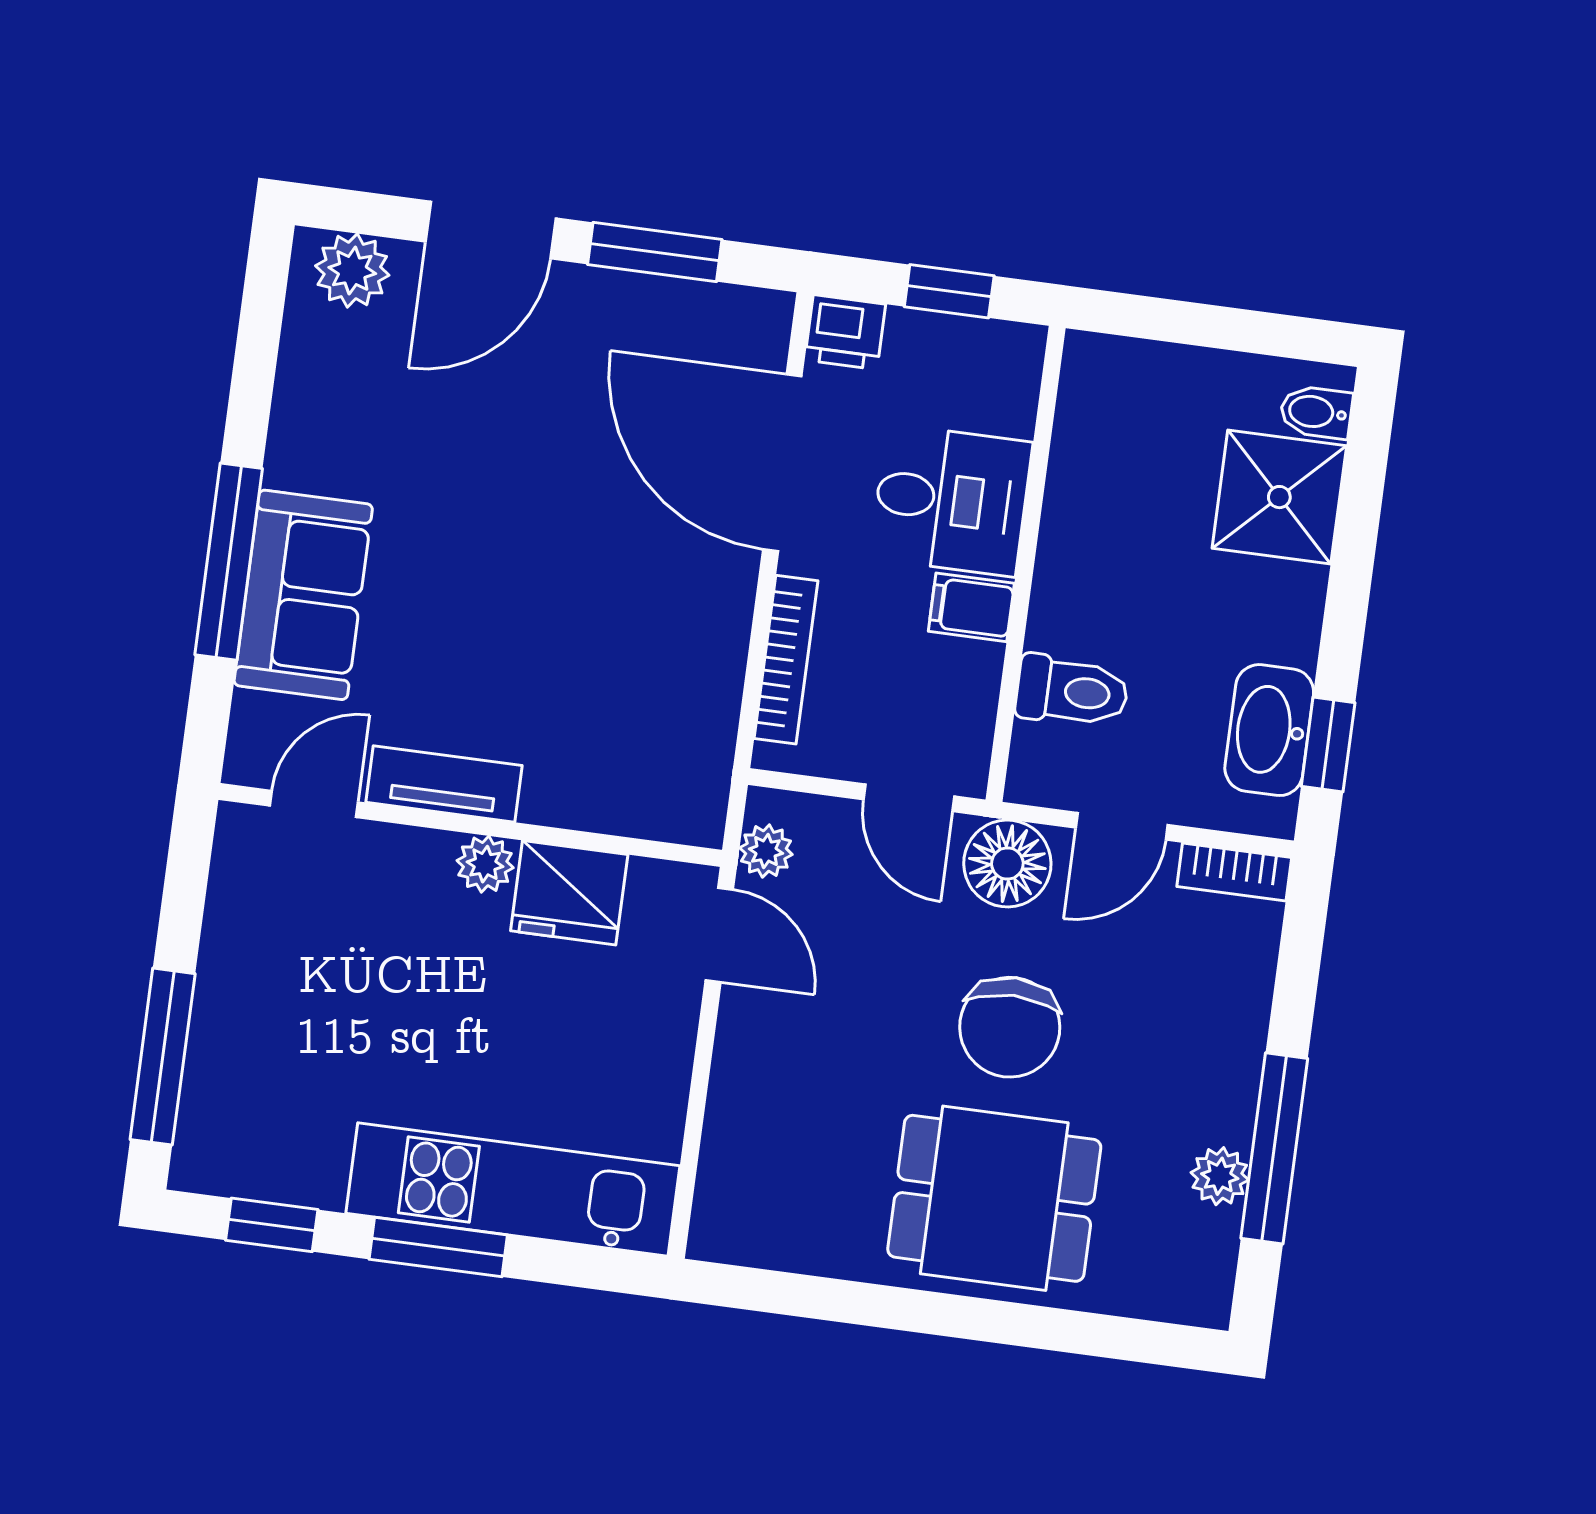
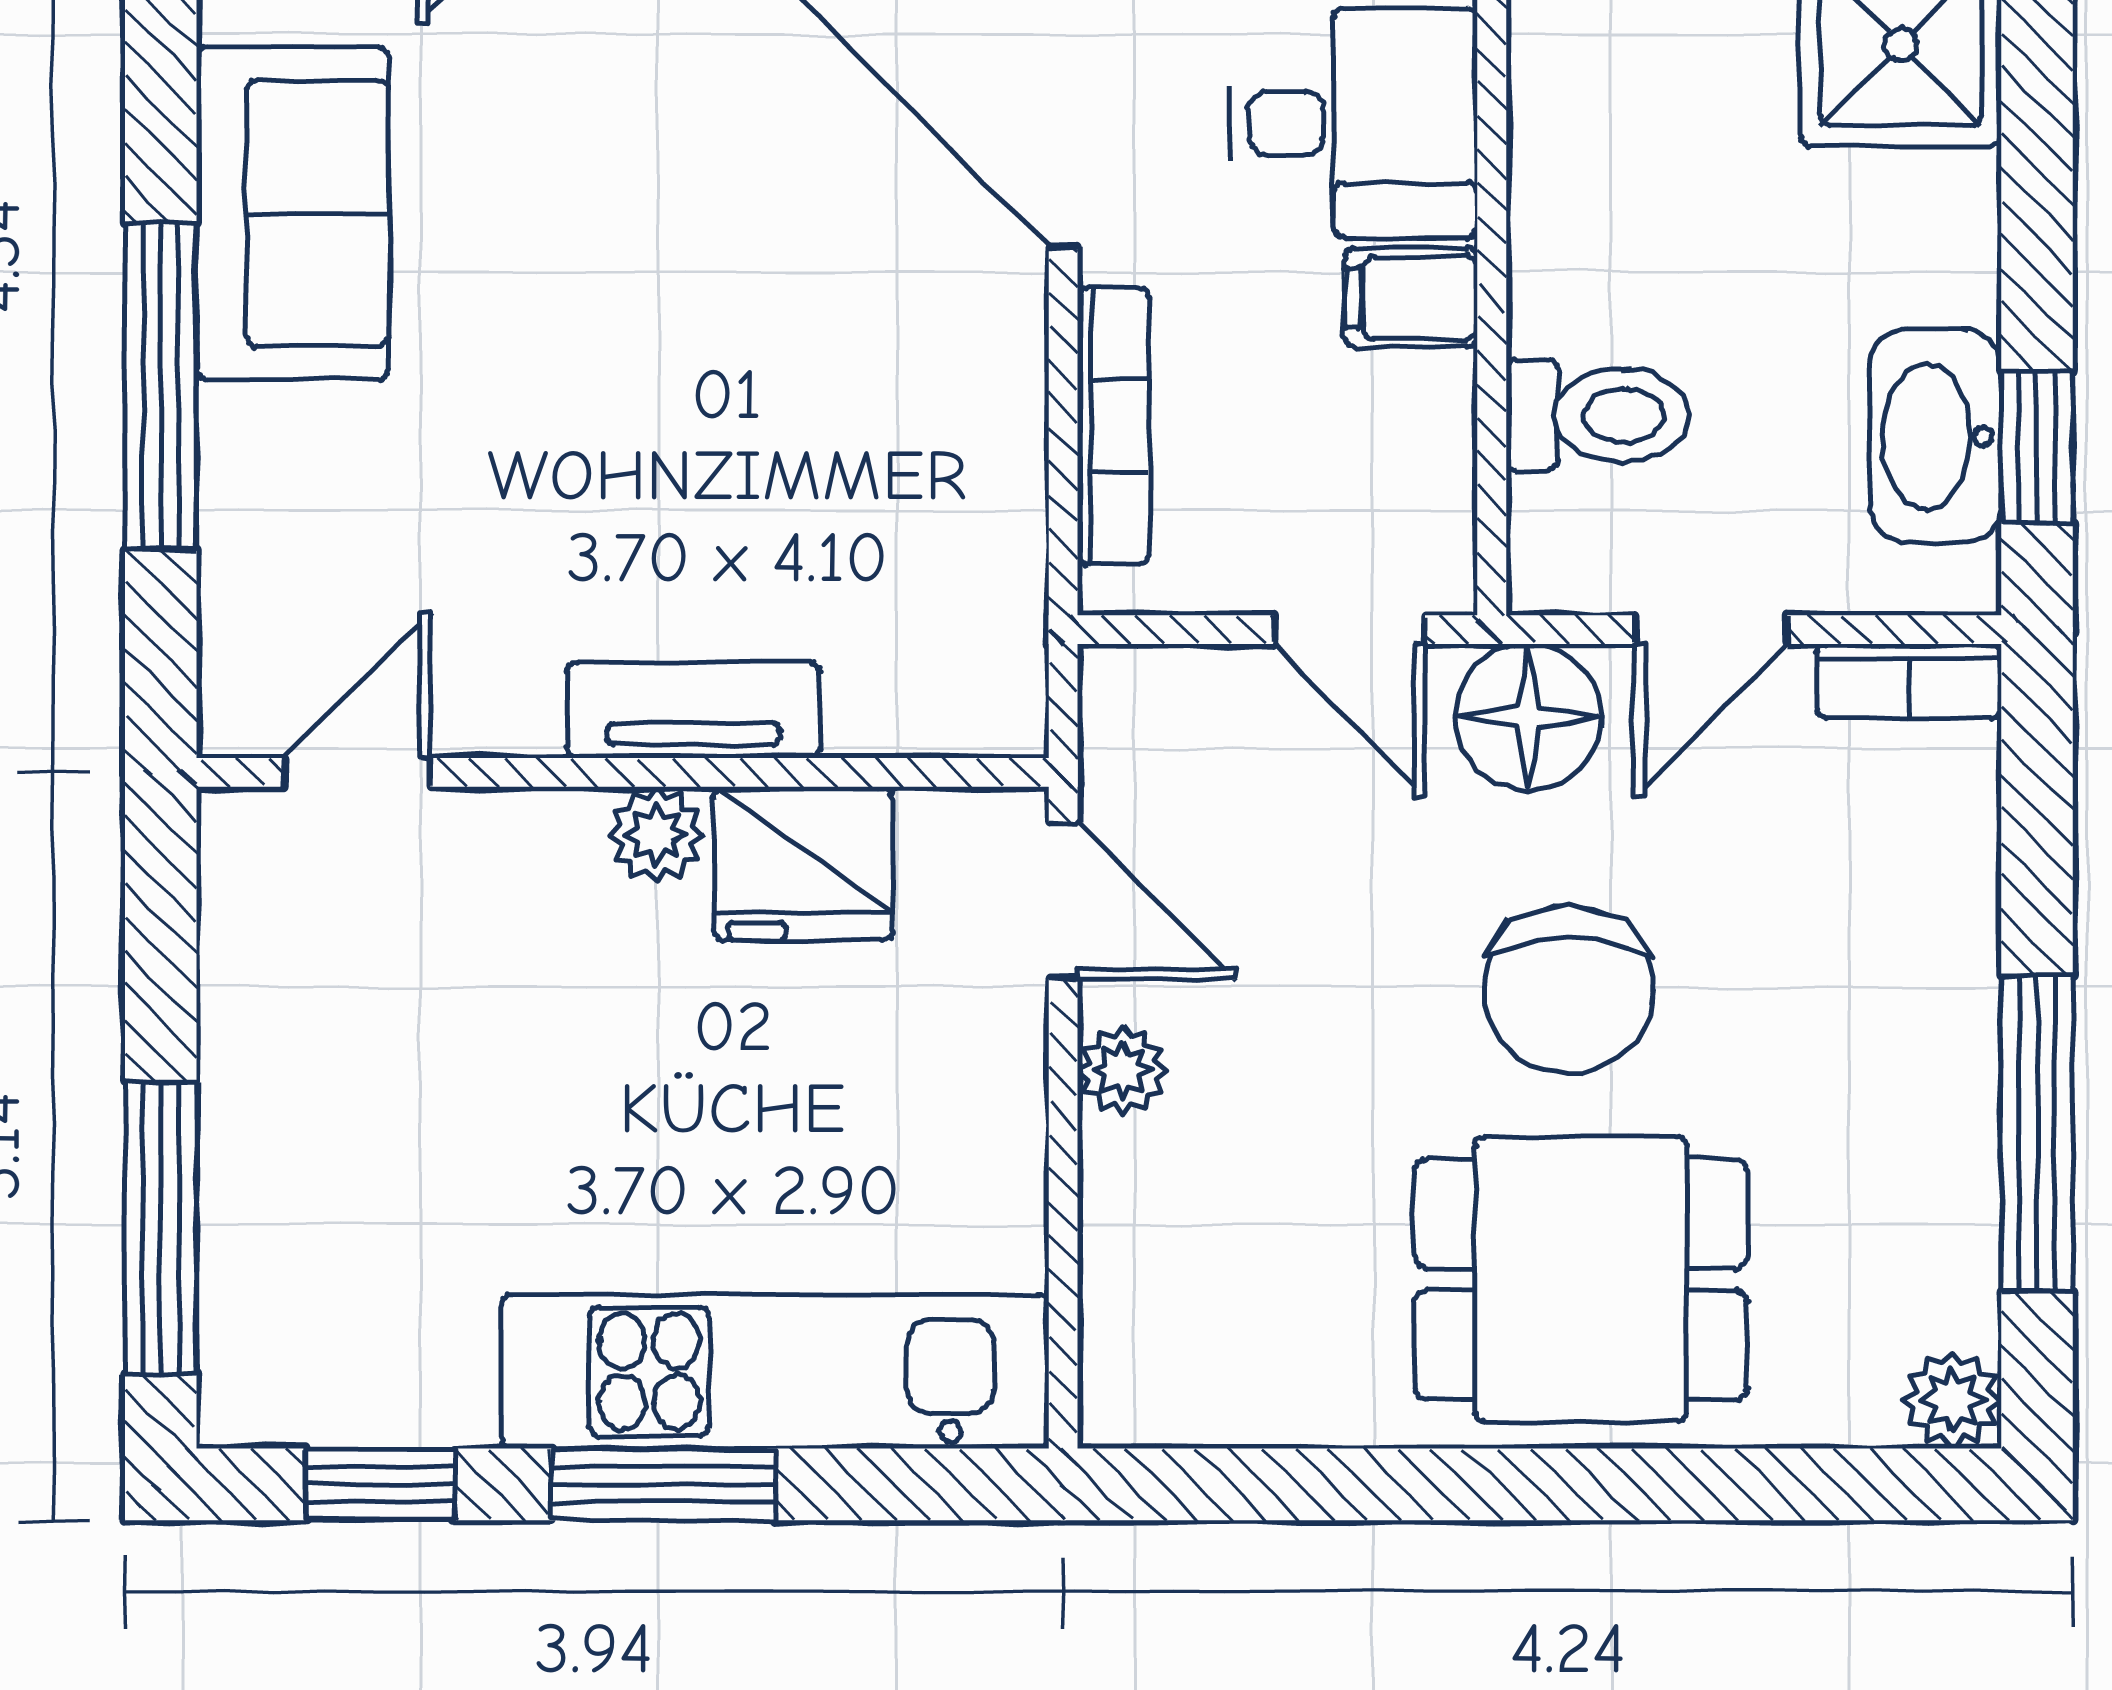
sofa: (303, 595) -> (293, 213), moved
tv unit: (444, 784) -> (693, 710), moved
plant: (766, 851) -> (1122, 1070), moved
plant: (1220, 1176) -> (1952, 1400), moved

